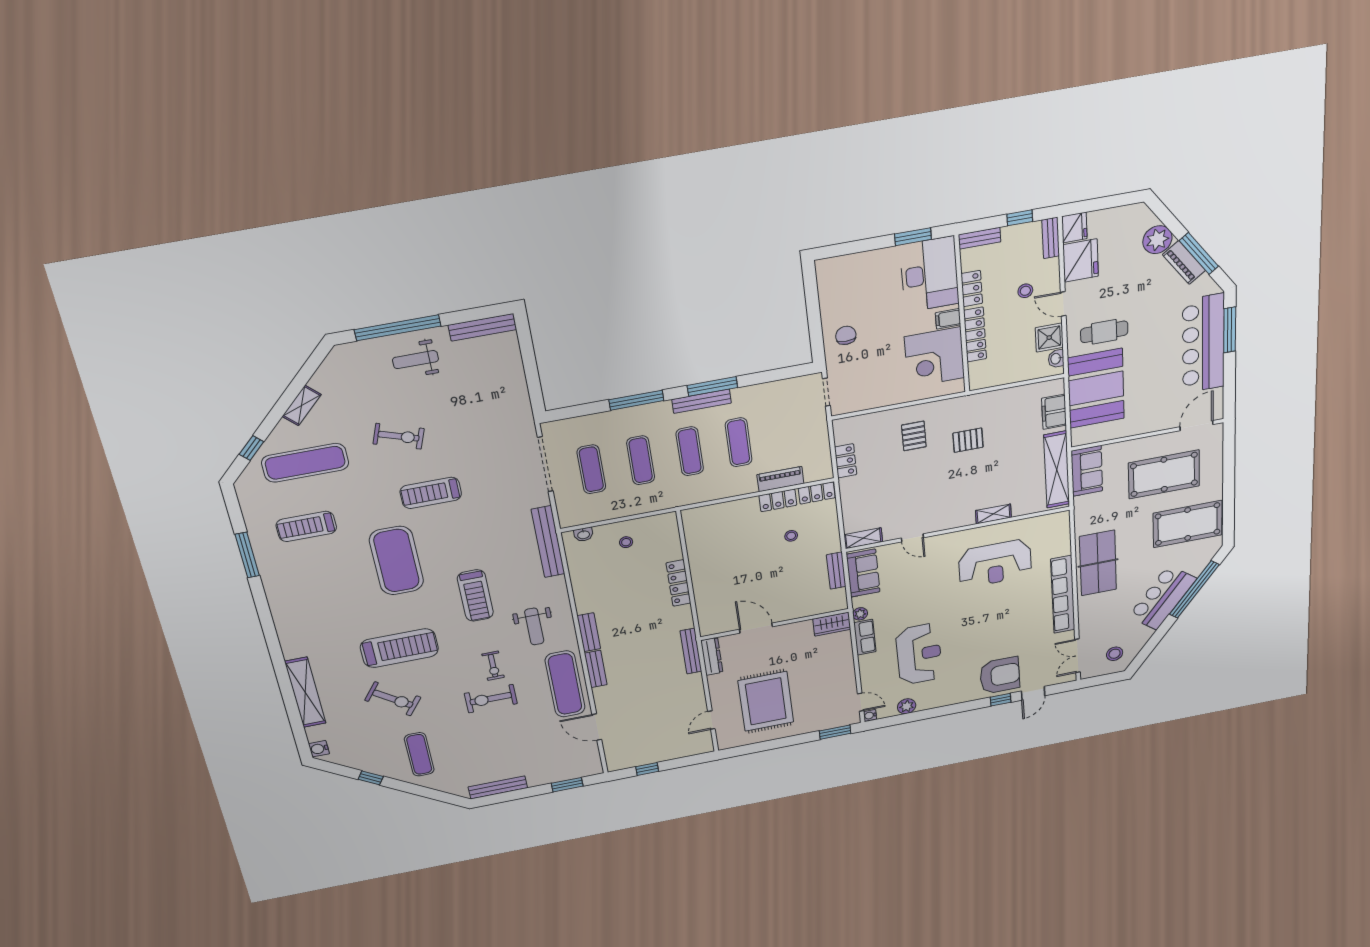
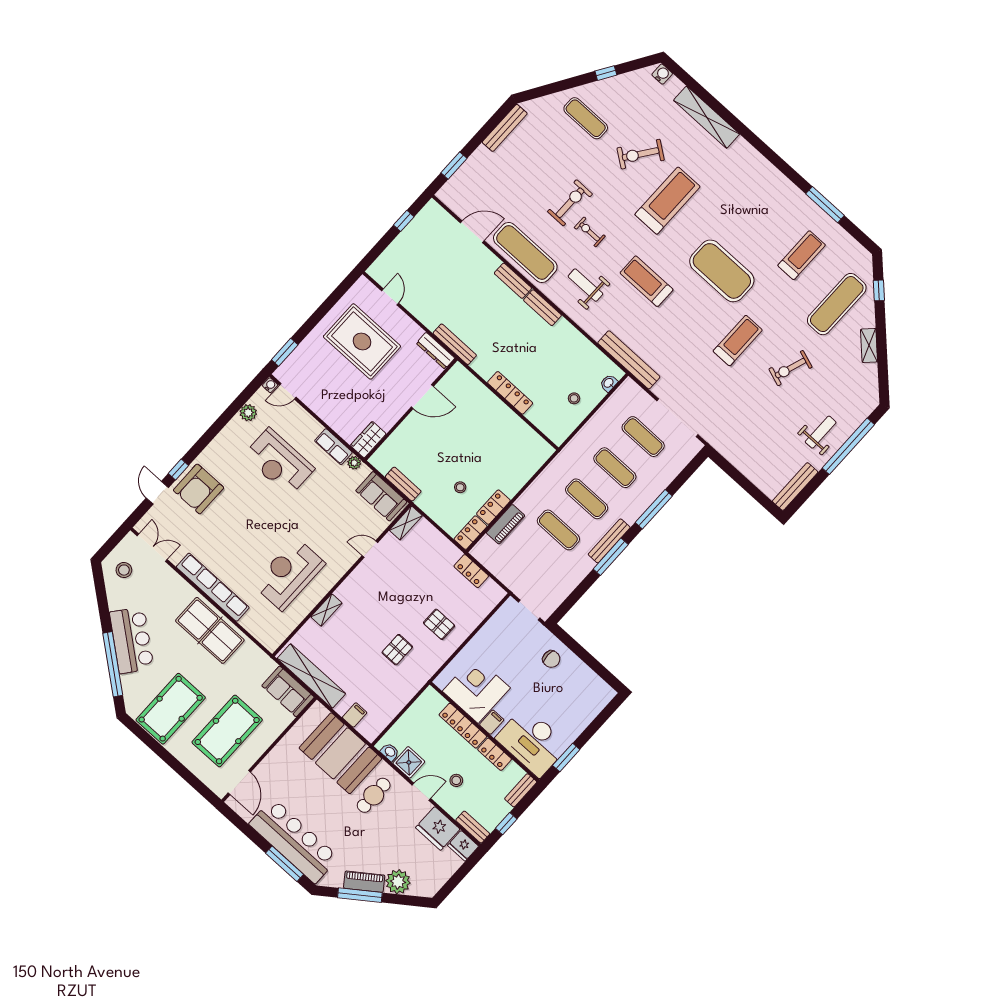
filing cabinet: (1054, 412) -> (355, 715), width x0.50
treadmill: (399, 648) -> (667, 201), turned 180

